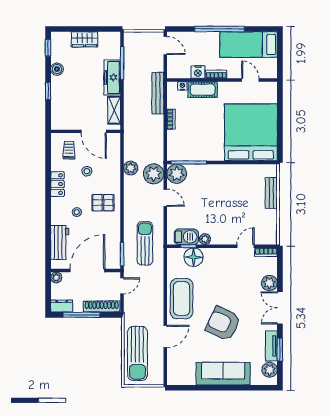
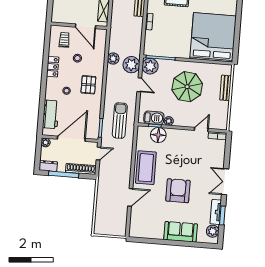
parasol: (224, 195) -> (187, 87), added
pallet: (103, 203) -> (88, 85), turned 90
plant: (269, 283) -> (218, 161), removed
armchair: (223, 324) -> (178, 191), turned 65
sun lounger: (137, 353) -> (107, 209), removed
sofa: (223, 374) -> (181, 232), width x0.73

